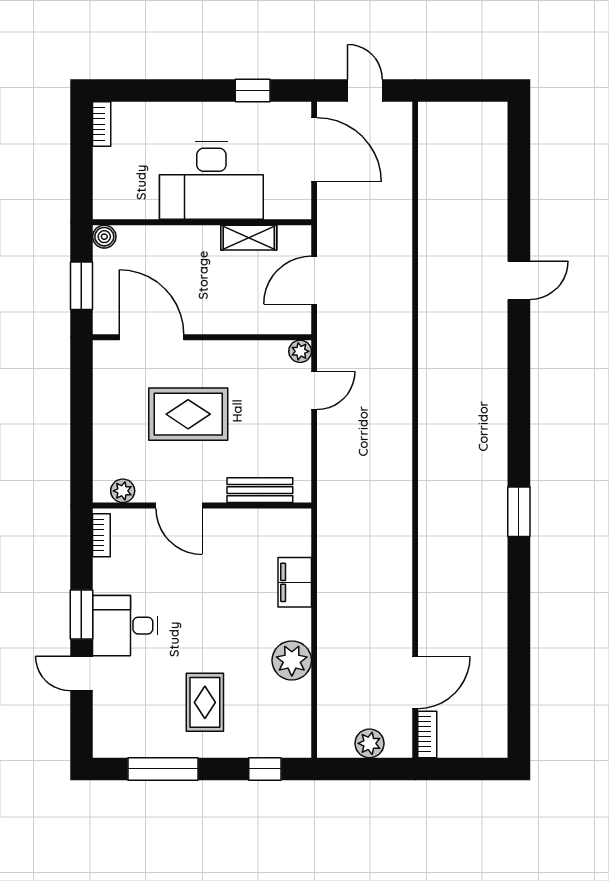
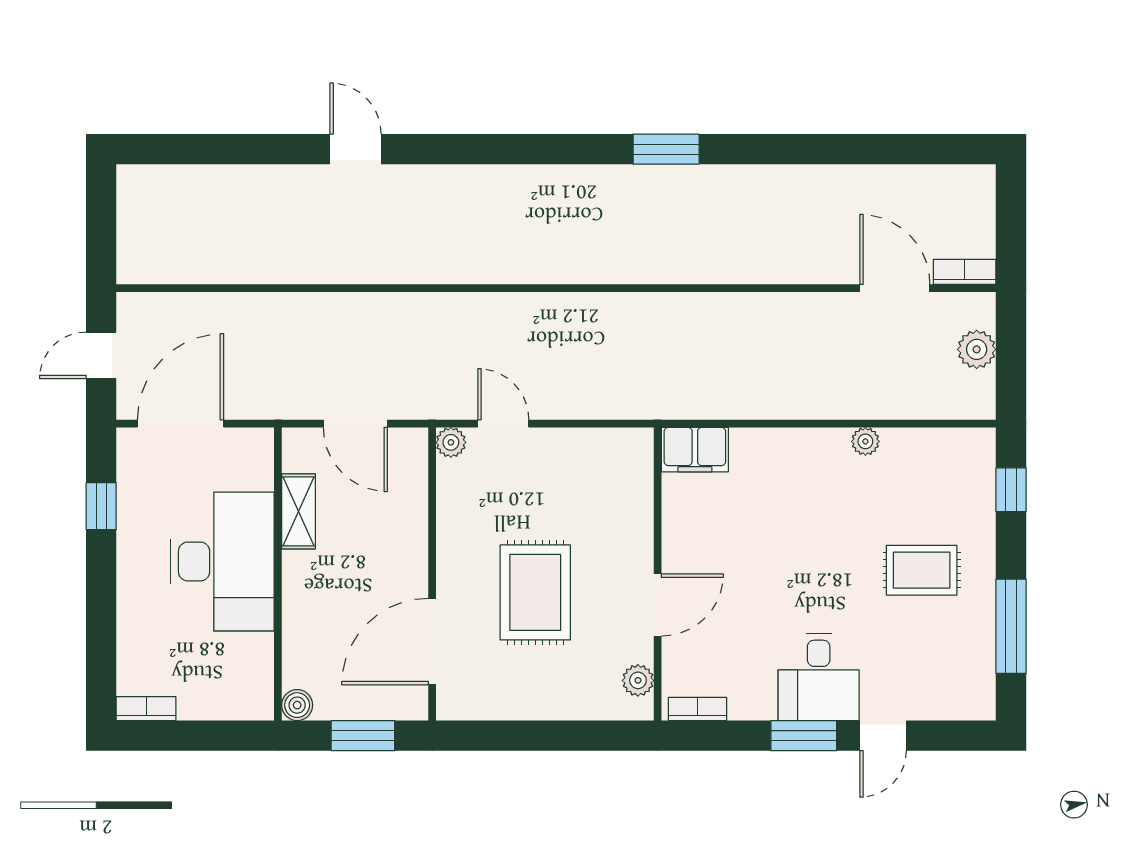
bench: (260, 490) -> (637, 496), removed
filing cabinet: (295, 582) -> (695, 450), moved
plant: (292, 660) -> (865, 441), width x0.53, depth x0.53

